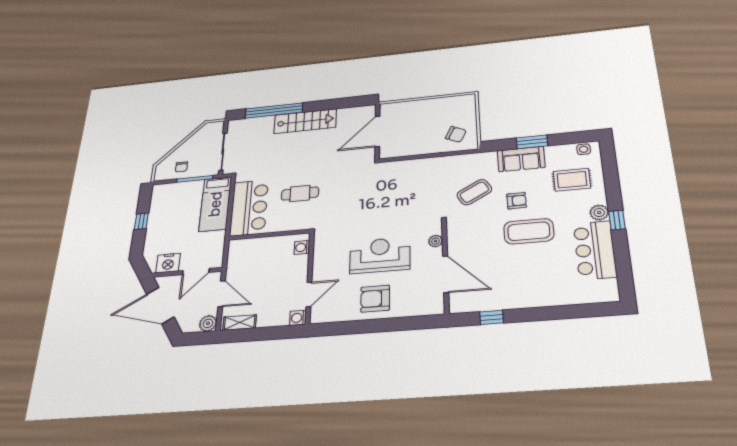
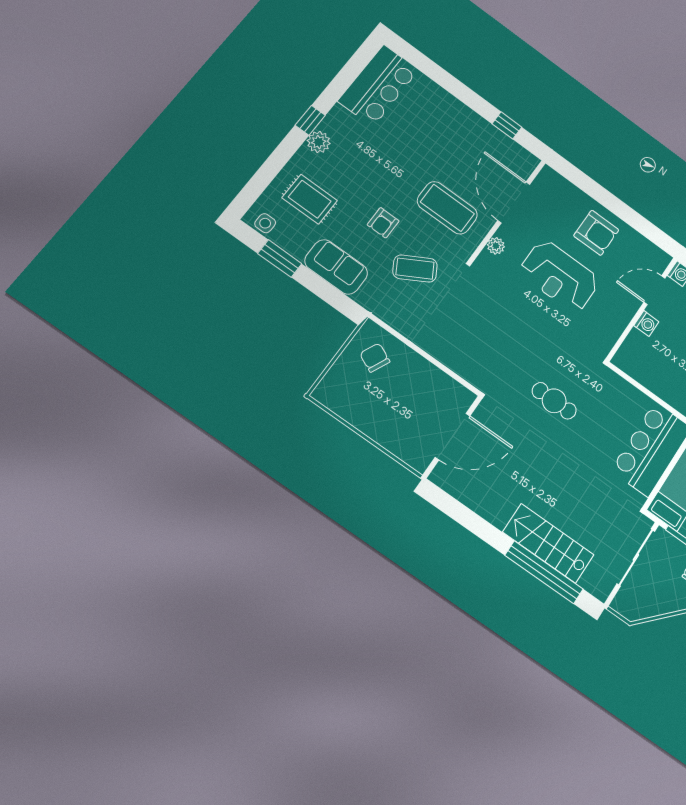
stairs: (305, 121) -> (548, 543), moved
window: (532, 142) -> (280, 259), moved
cafe table: (300, 194) -> (554, 401), moved
armchair: (517, 201) -> (383, 223), turned -89
coffee table: (529, 231) -> (447, 208), moved
washing machine: (302, 247) -> (646, 324), moved
bar counter: (595, 250) -> (378, 85), moved

